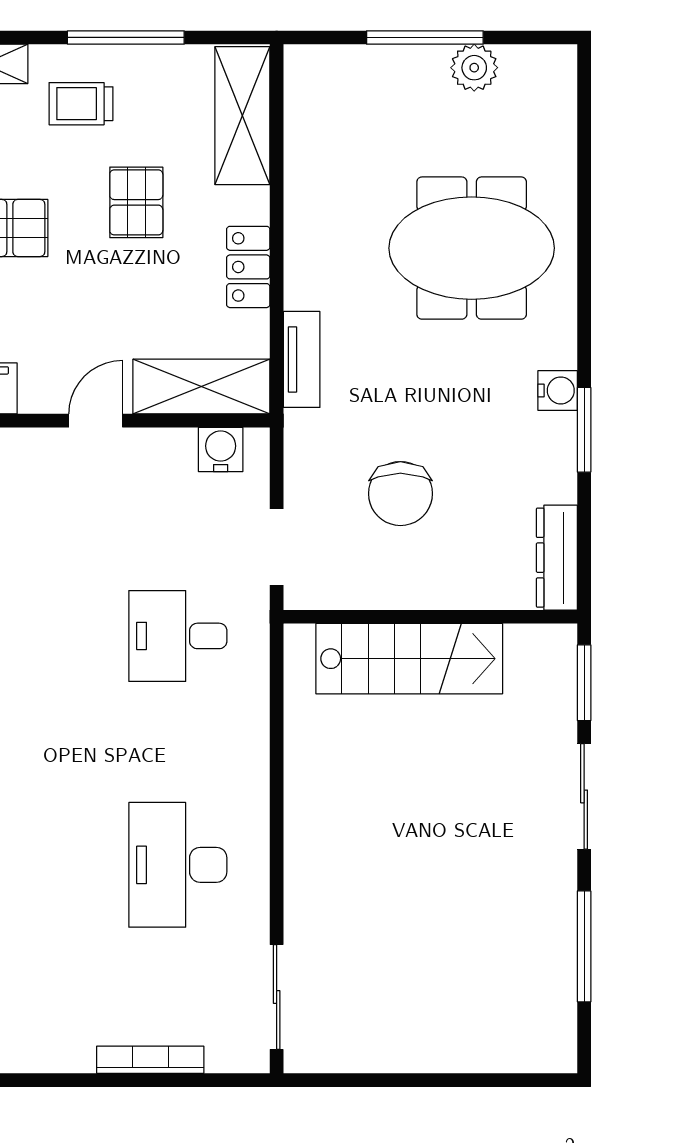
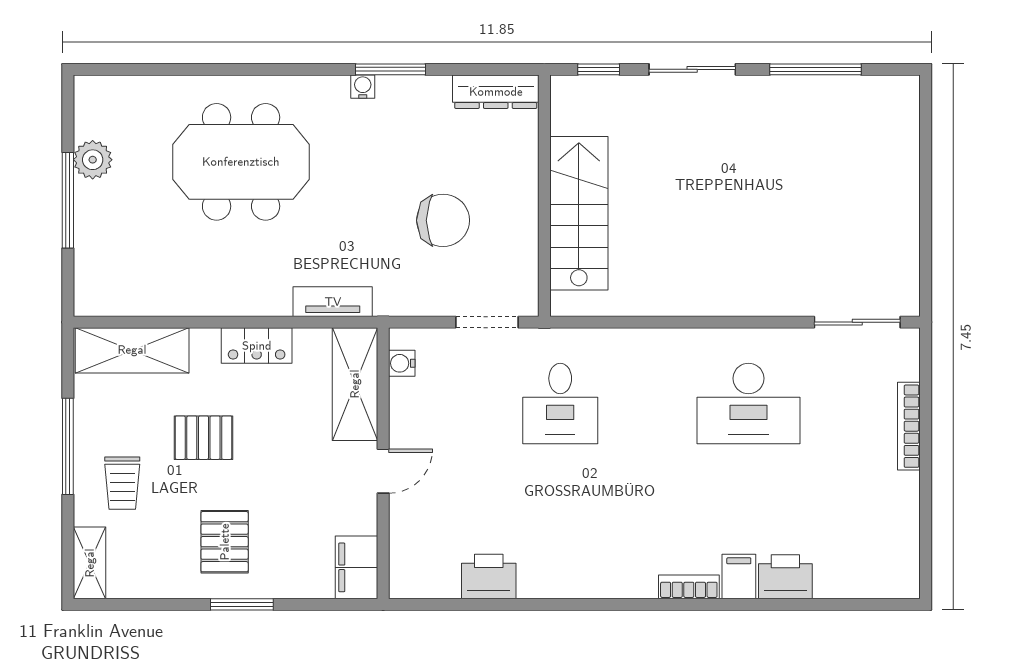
meeting table: (472, 248) -> (241, 162), turned 90
water cooler: (558, 390) -> (363, 87), width x0.72, depth x0.72
door: (96, 421) -> (383, 471), swing flipped
water cooler: (221, 449) -> (402, 363), width x0.72, depth x0.72
window: (584, 683) -> (599, 69), width x0.67

